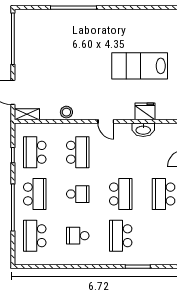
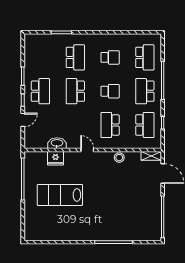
lab bench: (140, 66) -> (60, 195), turned 180
school desk: (78, 194) -> (110, 91), turned 180

